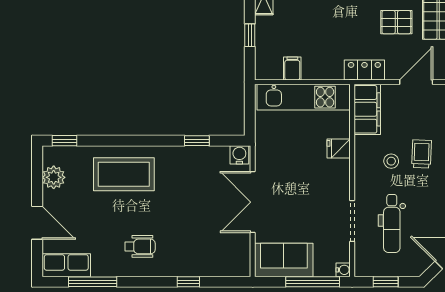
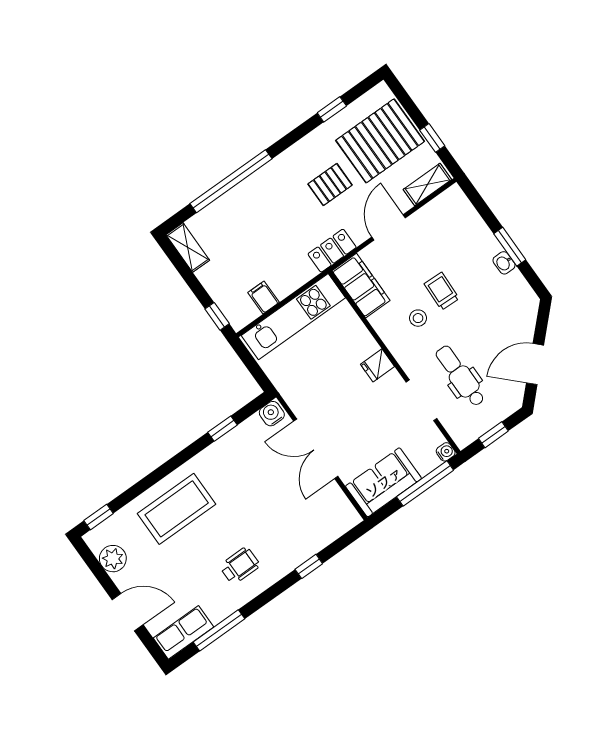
window: (250, 35) -> (217, 316), moved
fridge: (339, 148) -> (378, 365), moved
dental chair: (392, 223) -> (460, 376), turned 180

